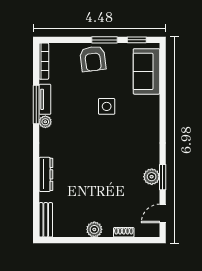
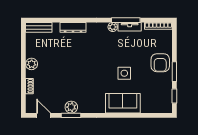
armchair: (93, 59) -> (160, 63), turned -83
sofa: (146, 71) -> (123, 103), moved

